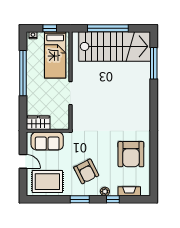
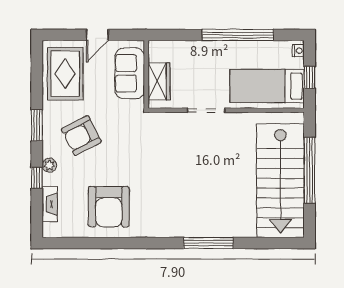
window: (154, 63) -> (208, 243), moved
wardrobe: (38, 123) -> (159, 81), moved
armchair: (131, 154) -> (109, 207), turned -90

